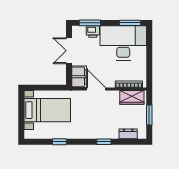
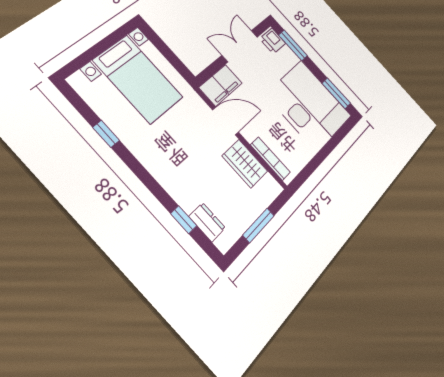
printer: (93, 32) -> (273, 41), moved
door: (96, 89) -> (226, 121), hinge flipped
wardrobe: (132, 97) -> (245, 164), moved
window: (104, 142) -> (184, 220), moved

